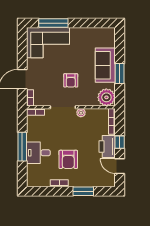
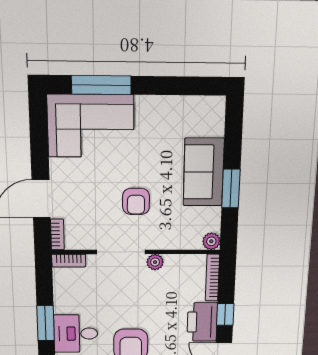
plant: (106, 97) -> (211, 241), width x0.53, depth x0.53
window: (22, 147) -> (46, 323), width x0.69

